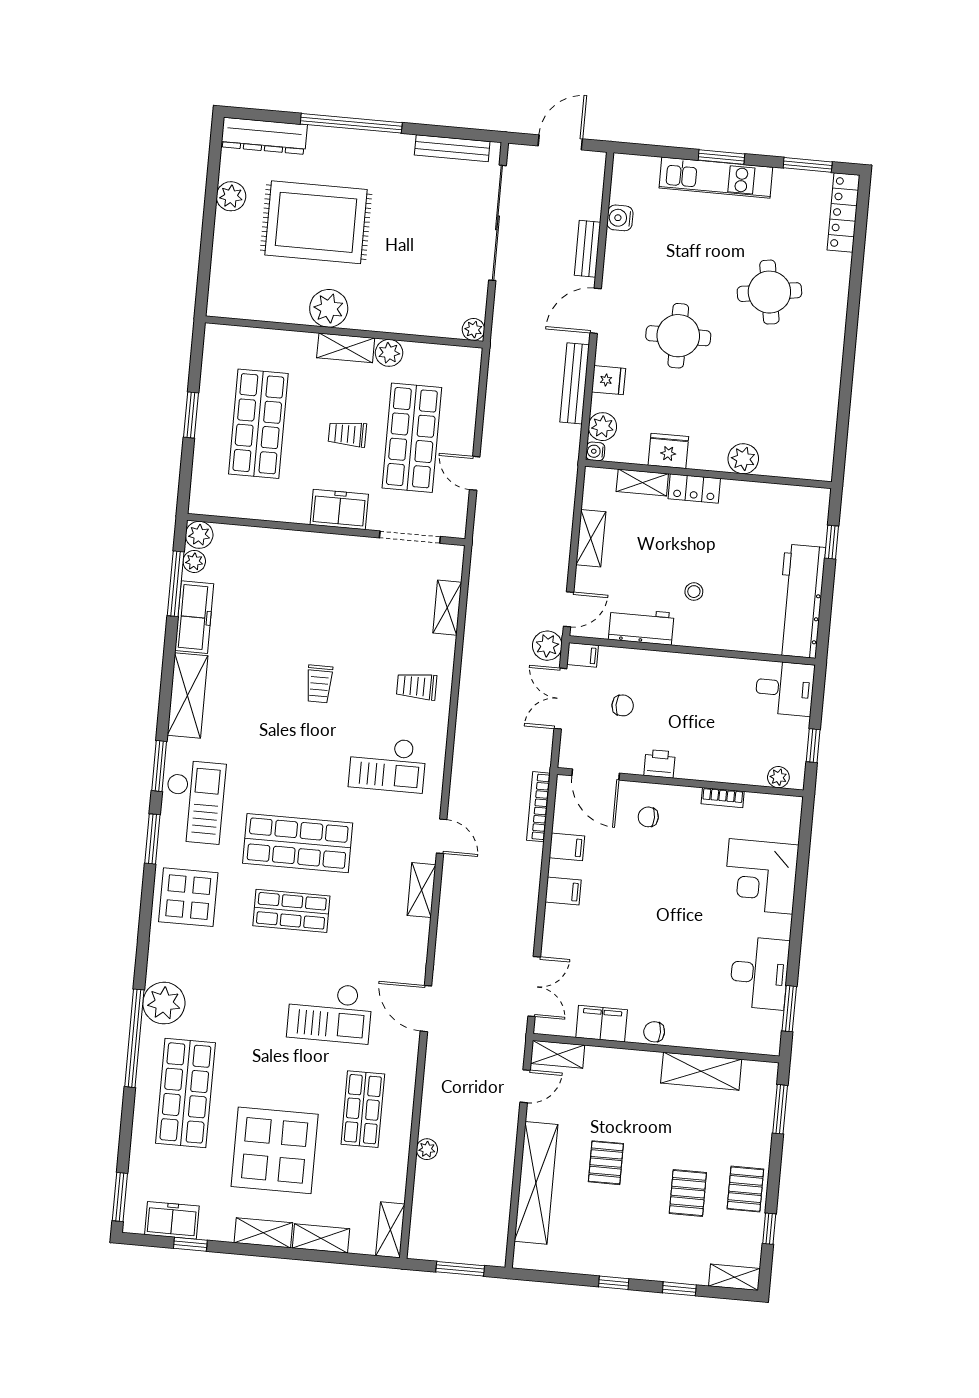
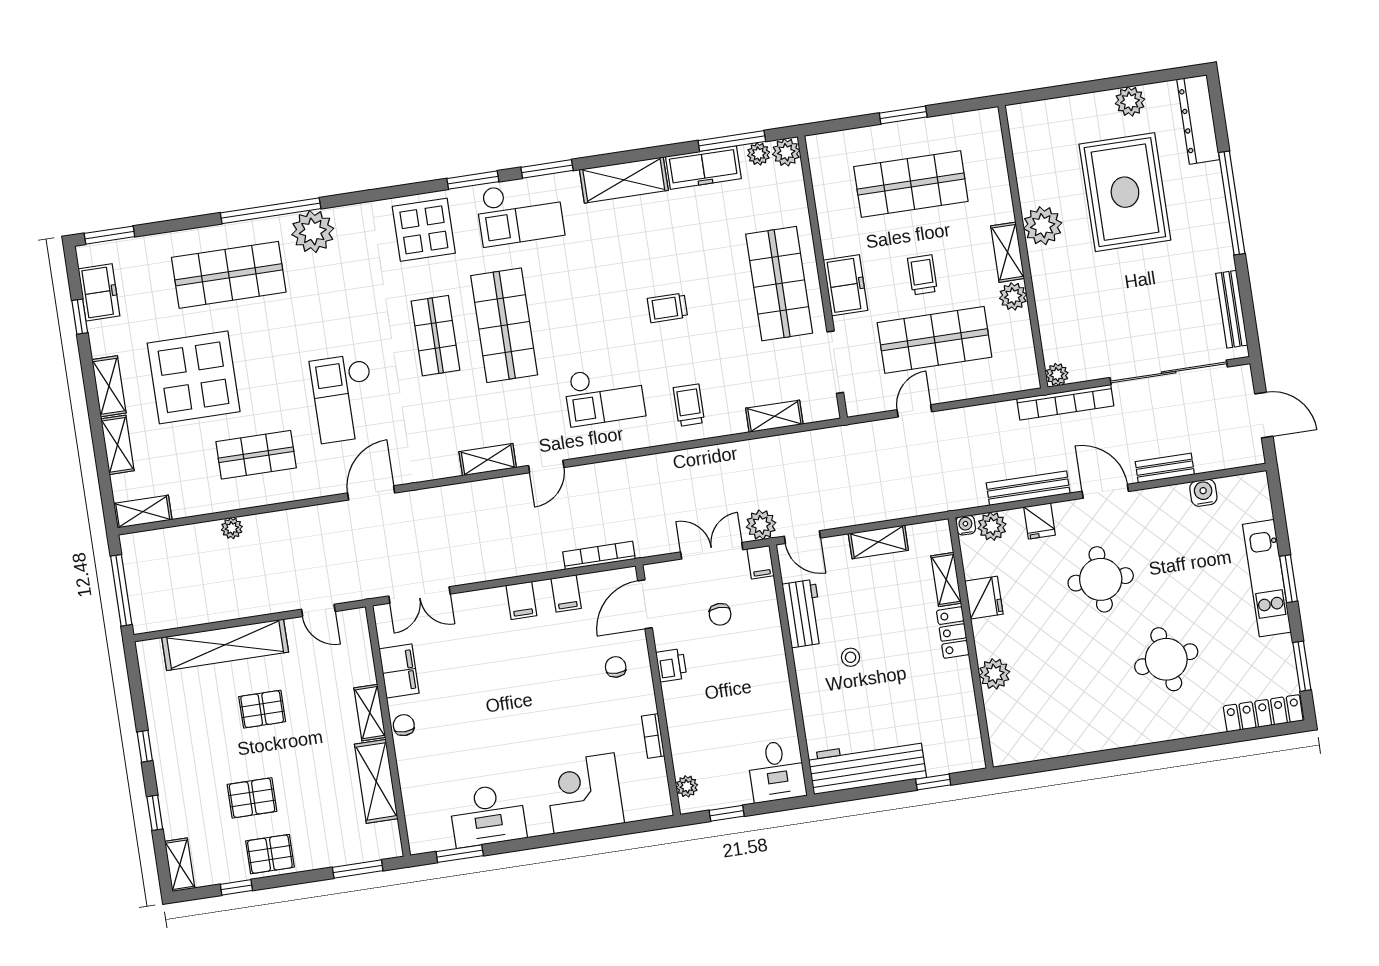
bookcase: (502, 328) -> (1065, 402), added
shop shelf: (322, 572) -> (779, 284), added
checkout: (387, 764) -> (604, 395), turned -90
shelving: (558, 1054) -> (370, 713), moved
window: (460, 1269) -> (121, 590), width x1.44

